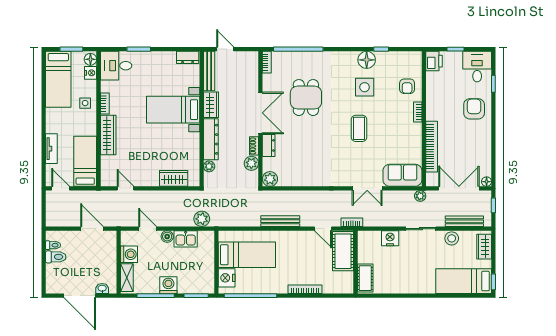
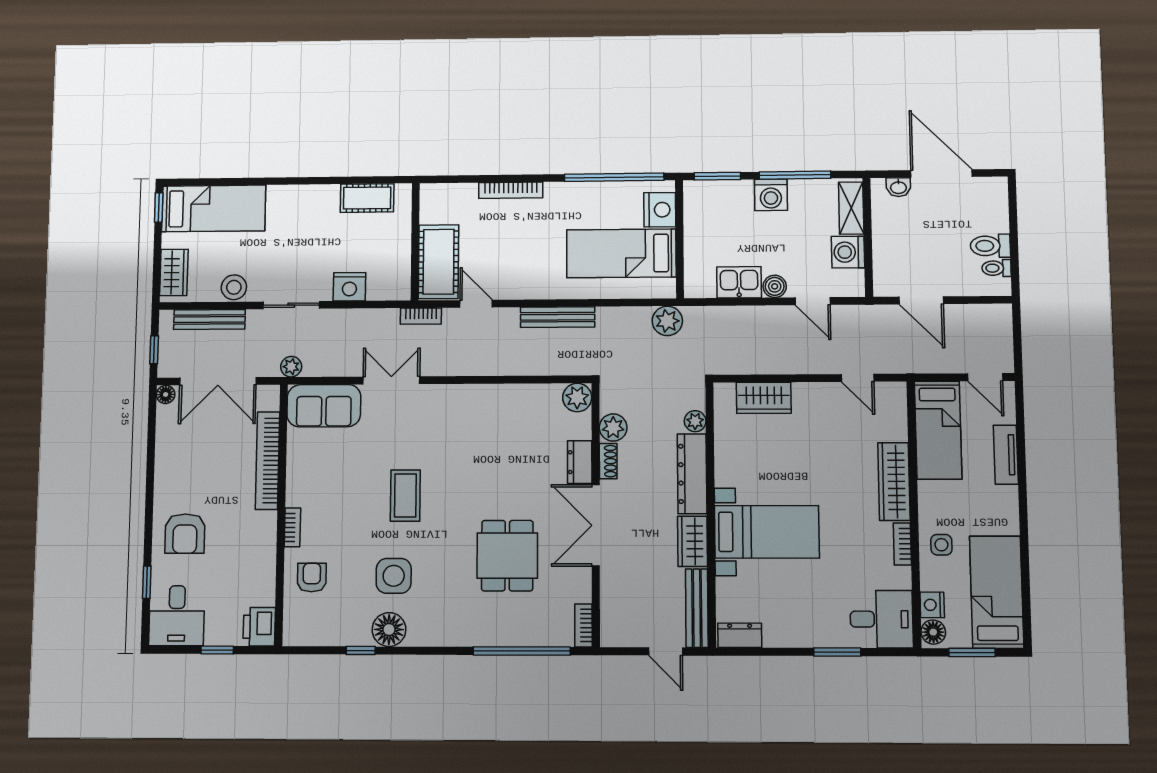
plant: (202, 219) -> (667, 321), moved
cot: (365, 278) -> (367, 198), moved, turned 90

